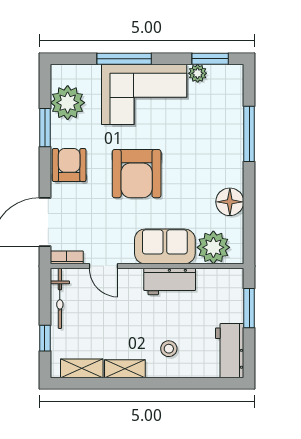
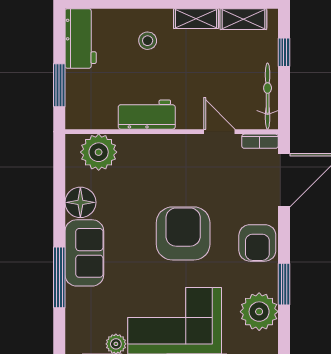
sofa: (165, 246) -> (84, 253), moved, turned -90

